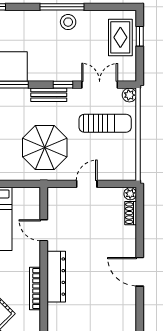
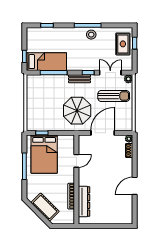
door: (87, 184) -> (103, 133), width x1.87
door: (44, 230) -> (76, 161), swing flipped
door: (140, 272) -> (135, 186), hinge flipped
dresser: (56, 277) -> (84, 201), moved

